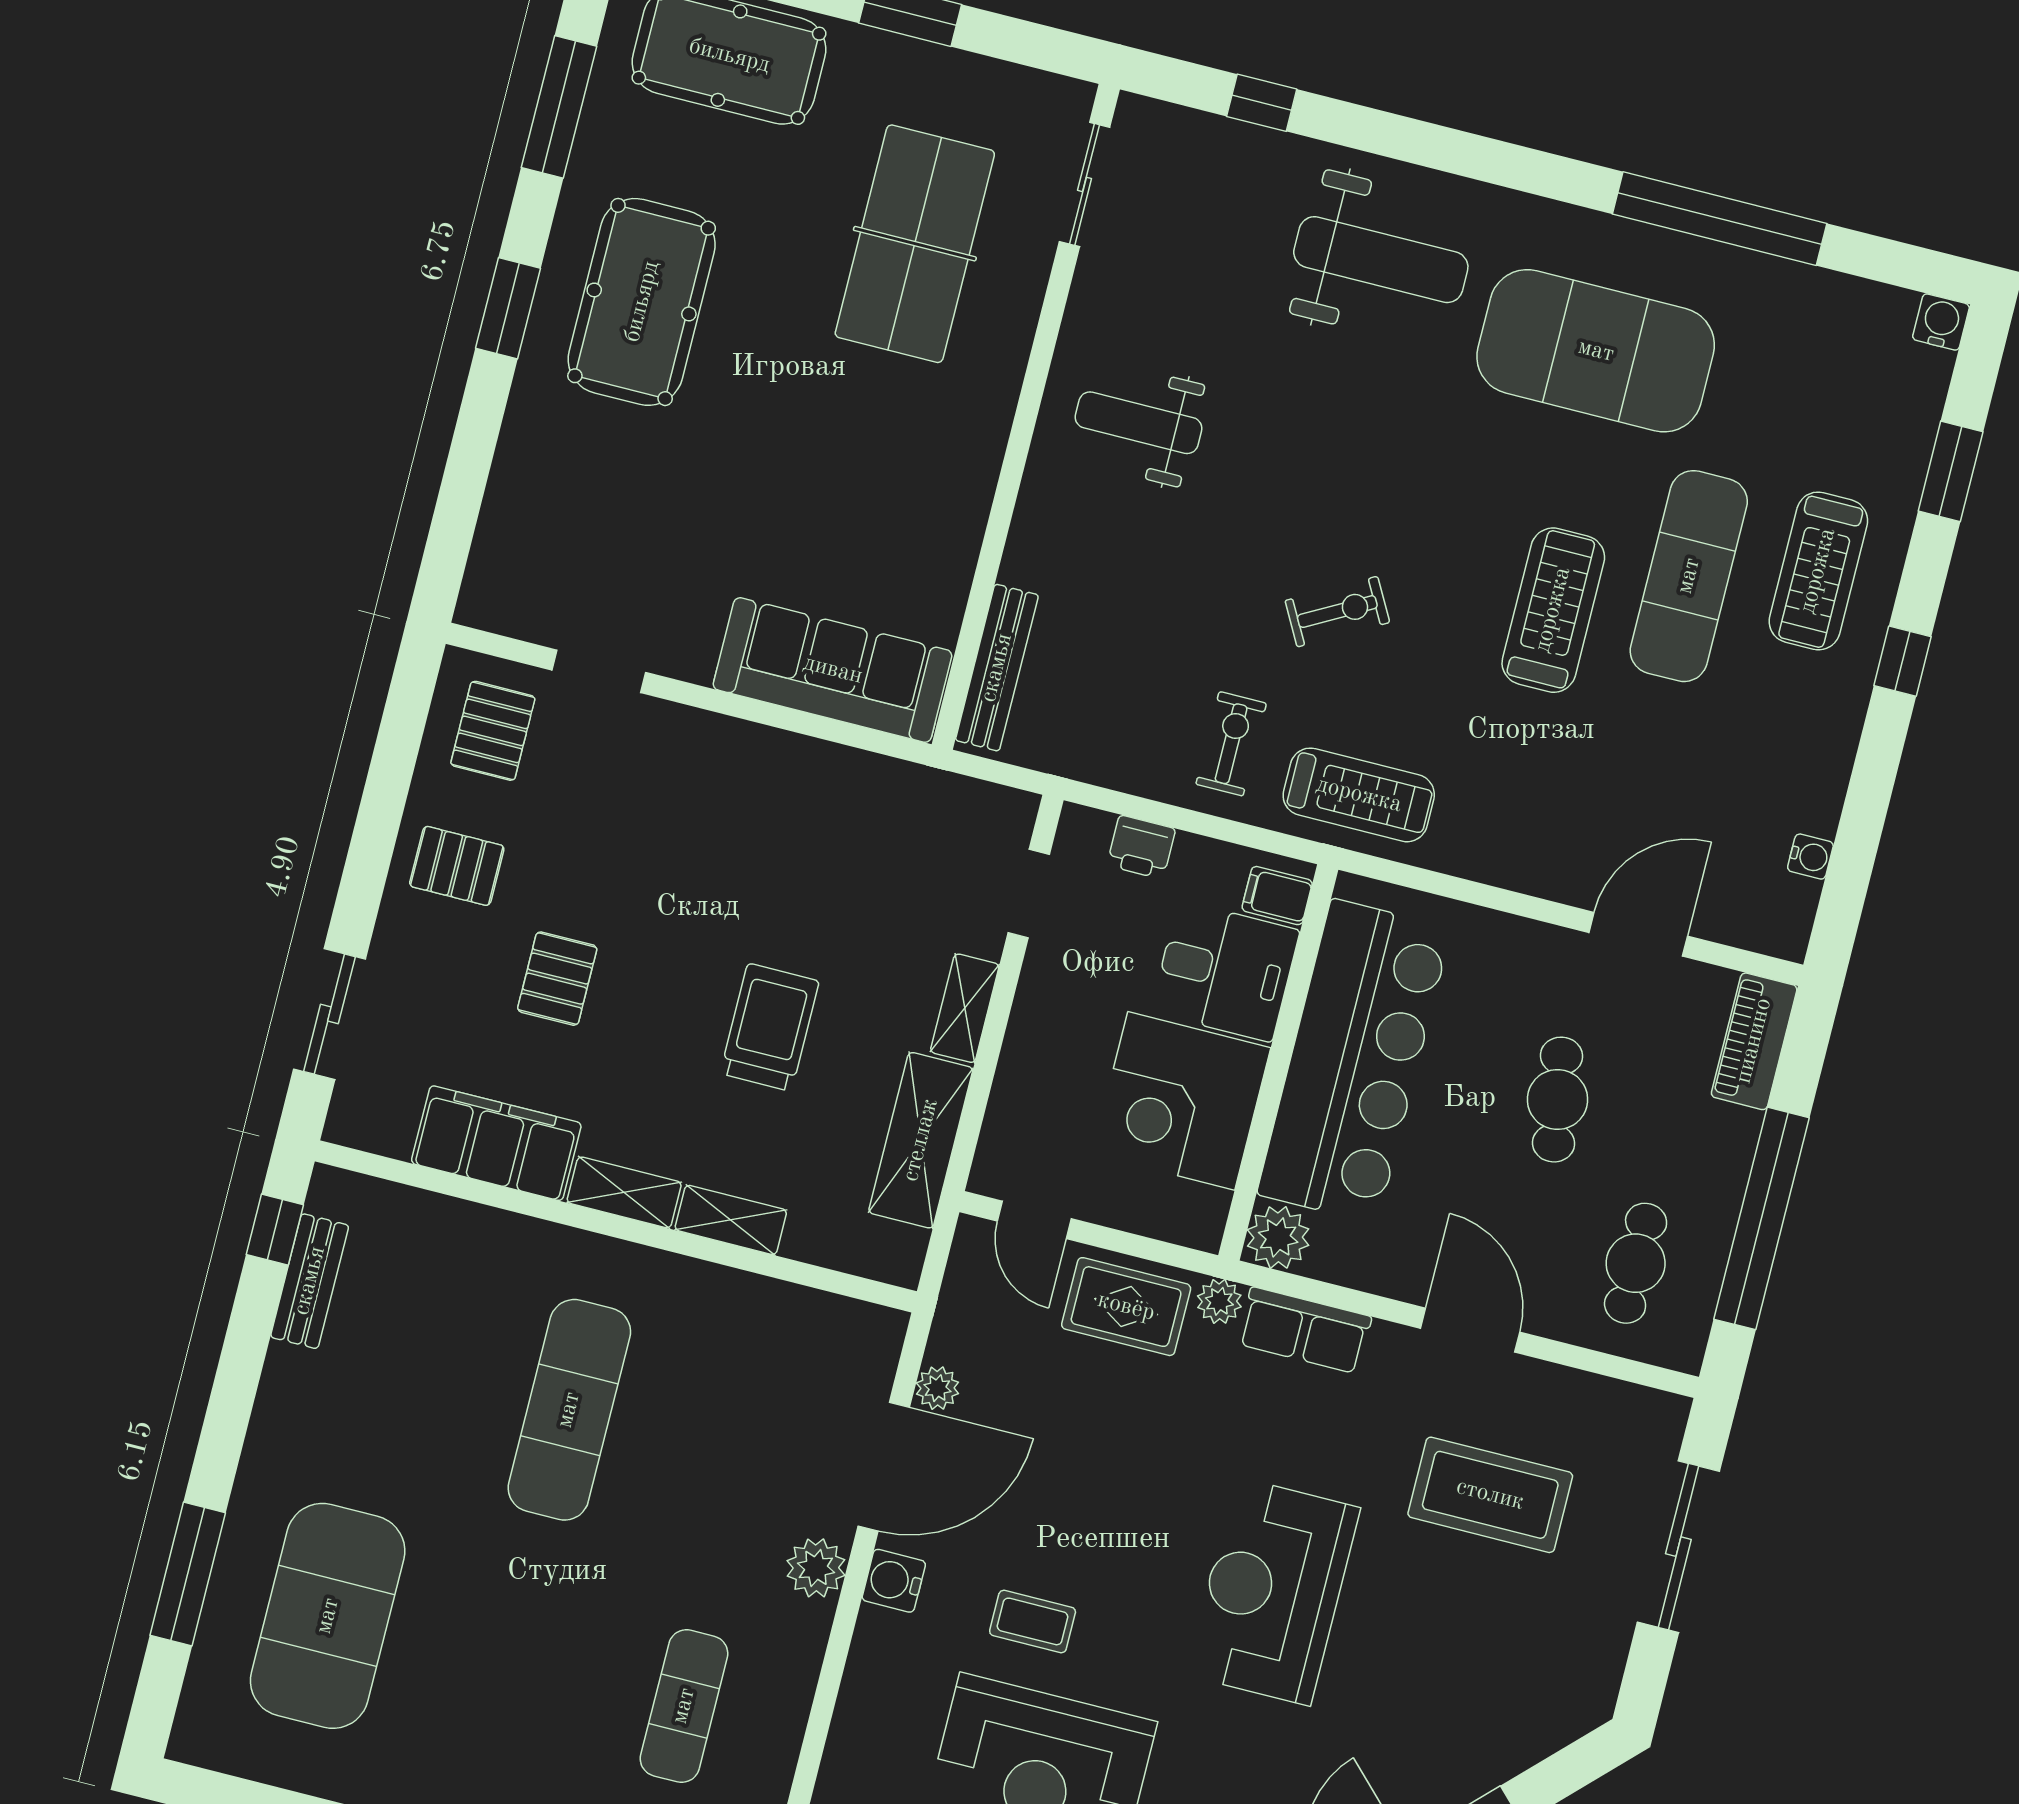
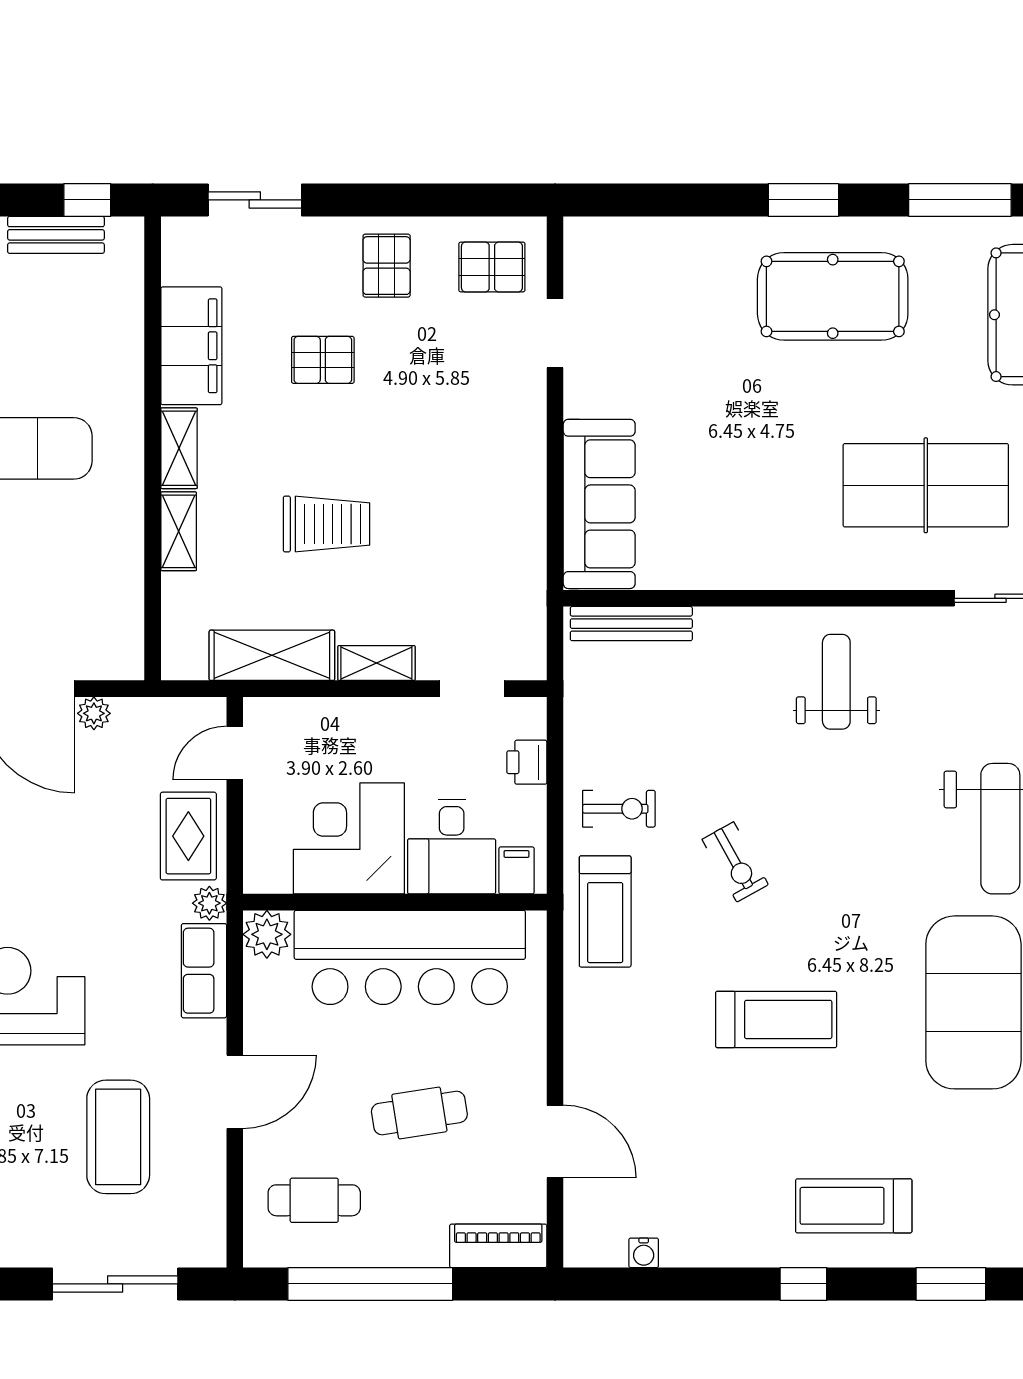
exercise mat: (1689, 576) -> (826, 1112), removed

